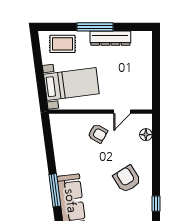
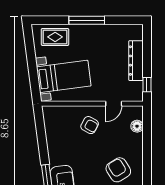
dresser: (110, 38) -> (136, 61), moved, turned 90
window: (156, 92) -> (147, 85), added

